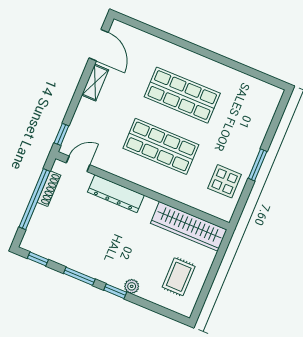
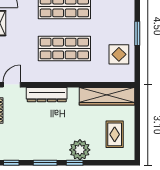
plant: (132, 286) -> (80, 150), width x1.87, depth x1.87

